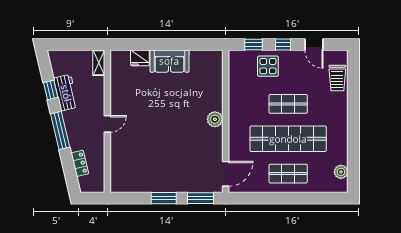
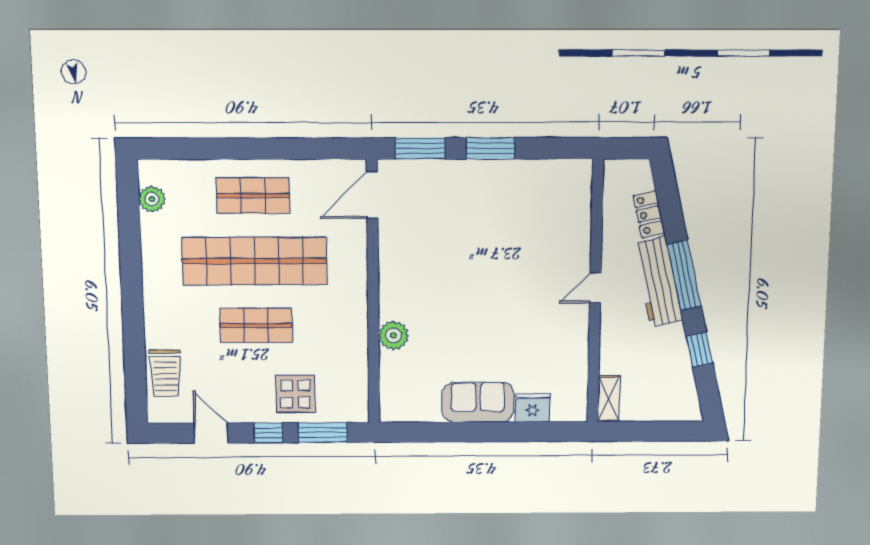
window: (253, 45) -> (323, 433), width x1.50
trolley: (337, 78) -> (165, 373), turned 180
workbench: (66, 93) -> (658, 282), moved, width x1.38
plant: (215, 119) -> (393, 335), moved

